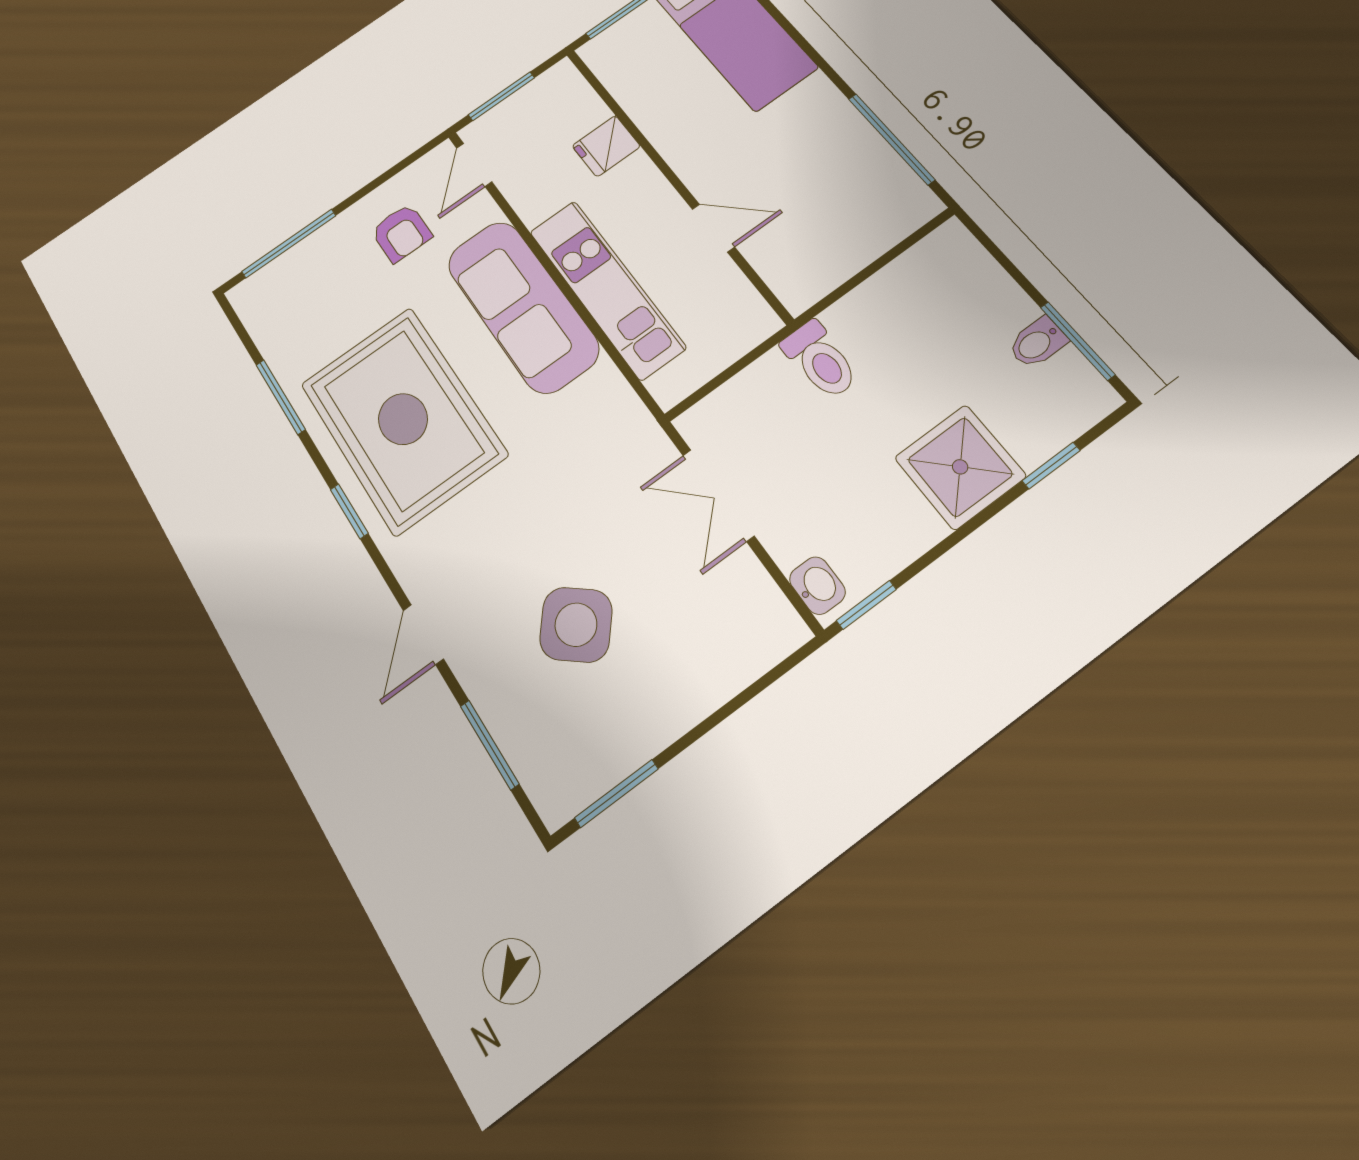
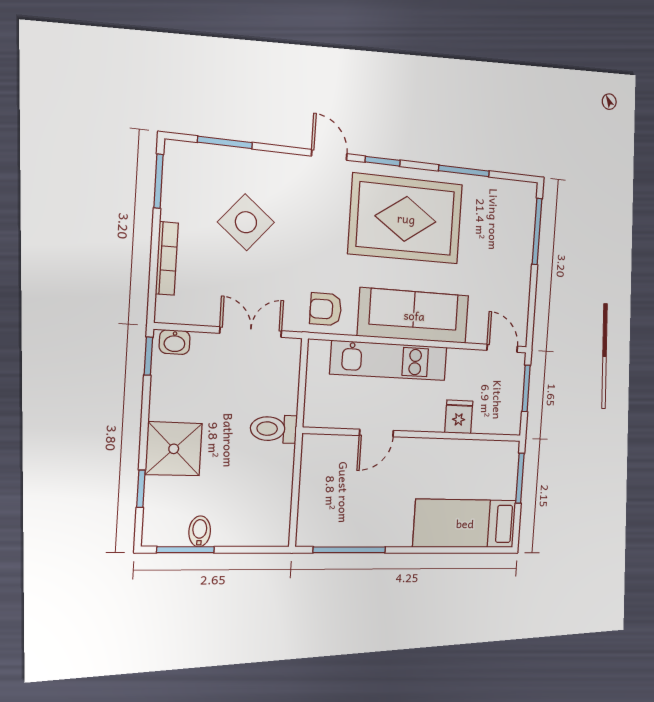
armchair: (401, 233) -> (326, 309), moved
door: (423, 635) -> (329, 155), moved
bookcase: (713, 692) -> (167, 258), added

